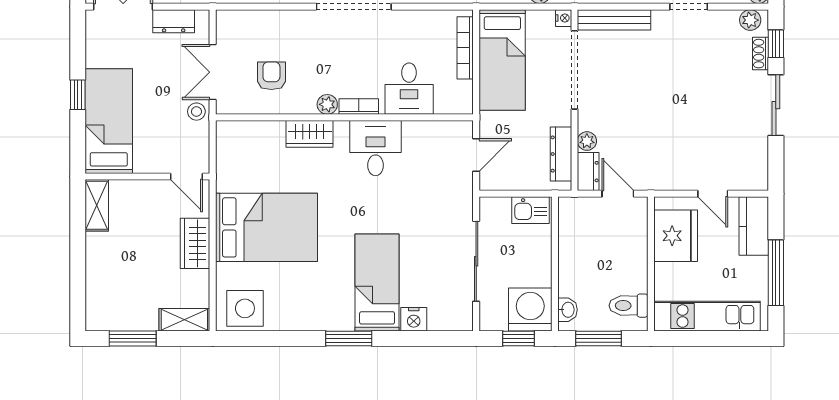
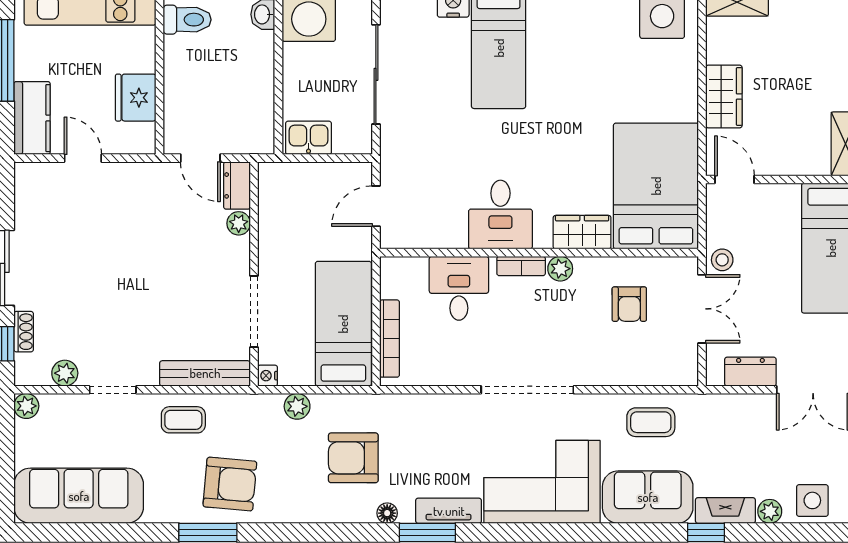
plant: (750, 20) -> (65, 373), moved
doorway: (575, 70) -> (254, 311), width x0.73
dresser: (561, 154) -> (271, 207), removed
bed: (266, 227) -> (656, 186), moved, turned 90
fridge: (676, 236) -> (136, 98), width x0.73, depth x0.75

